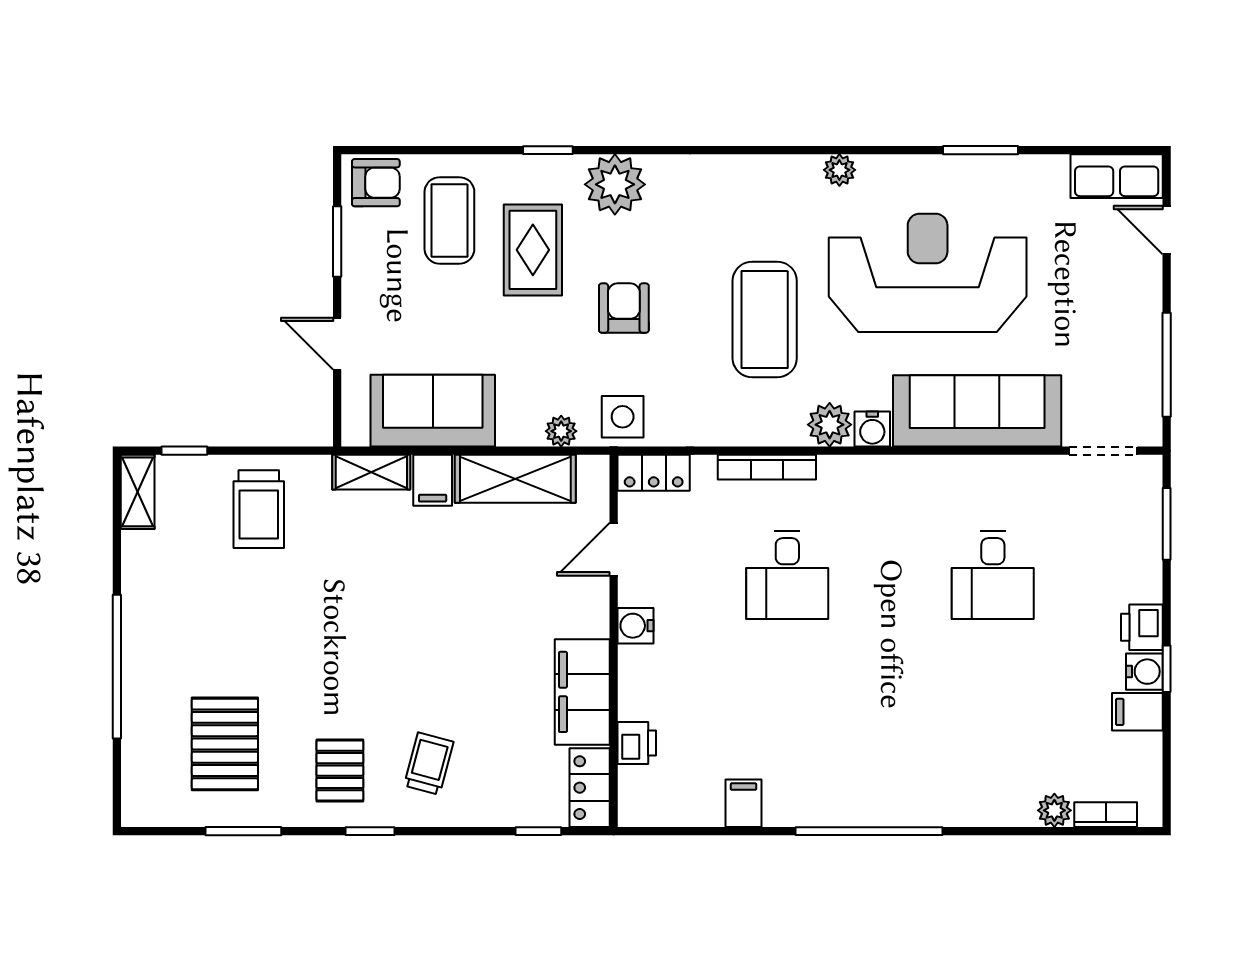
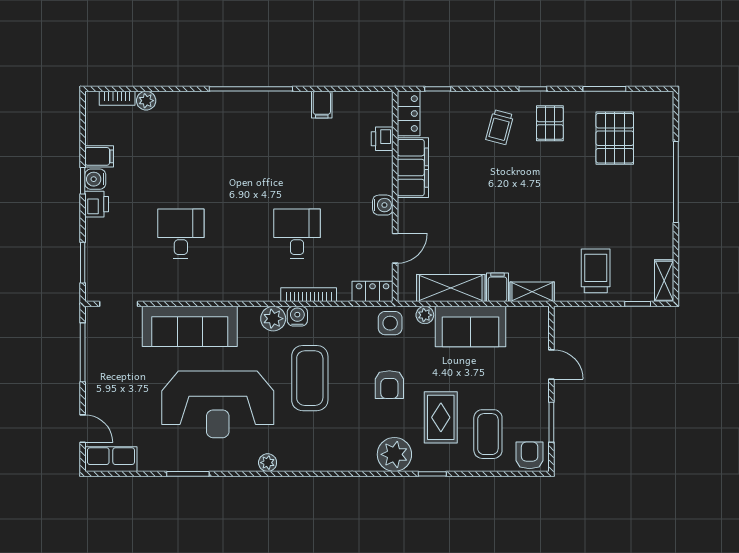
armchair: (376, 183) -> (530, 455), turned 90
sofa: (433, 411) -> (471, 327), moved
water cooler: (872, 429) -> (297, 316), moved

